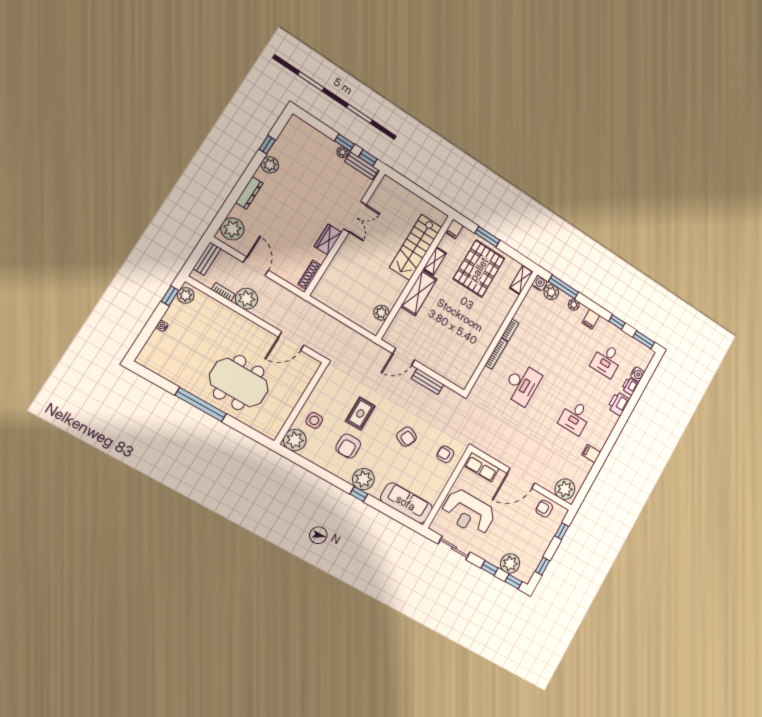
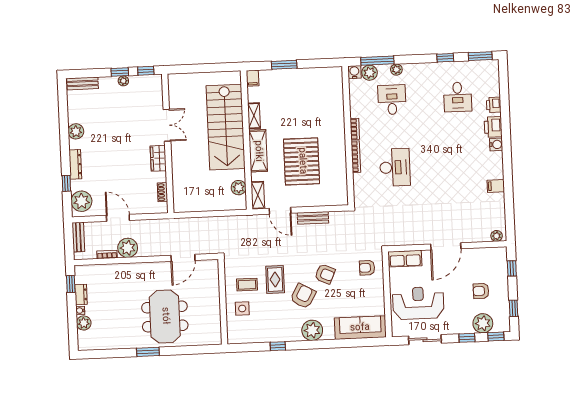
window: (267, 145) -> (66, 183), moved
bench: (362, 166) -> (83, 83), moved
stairs: (416, 247) -> (226, 127), width x1.36, depth x1.51
pallet: (479, 269) -> (302, 161), moved
shoe rack: (310, 275) -> (162, 192), width x0.70
shelving: (521, 280) -> (258, 195), moved
plant: (186, 295) -> (84, 323), moved
dresser: (173, 312) -> (81, 295), added
filing cabinet: (591, 319) -> (420, 71), removed
door: (404, 357) -> (280, 211), hinge flipped
water cooler: (637, 374) -> (496, 144), moved
meeting table: (239, 383) -> (165, 316), turned 90
coffee table: (333, 402) -> (247, 285), added
window: (201, 405) -> (148, 352), width x0.47
desk: (575, 417) -> (392, 100), moved, turned 180
plant: (295, 440) -> (237, 334), removed
armchair: (348, 446) -> (303, 296), moved, turned -151
plant: (565, 489) -> (497, 236), width x0.53, depth x0.53
window: (359, 494) -> (278, 346), moved
armchair: (544, 509) -> (481, 291), moved
reception desk: (468, 512) -> (418, 303), turned 180

